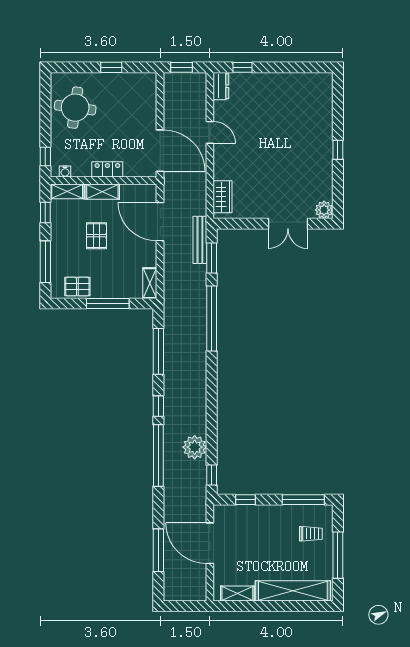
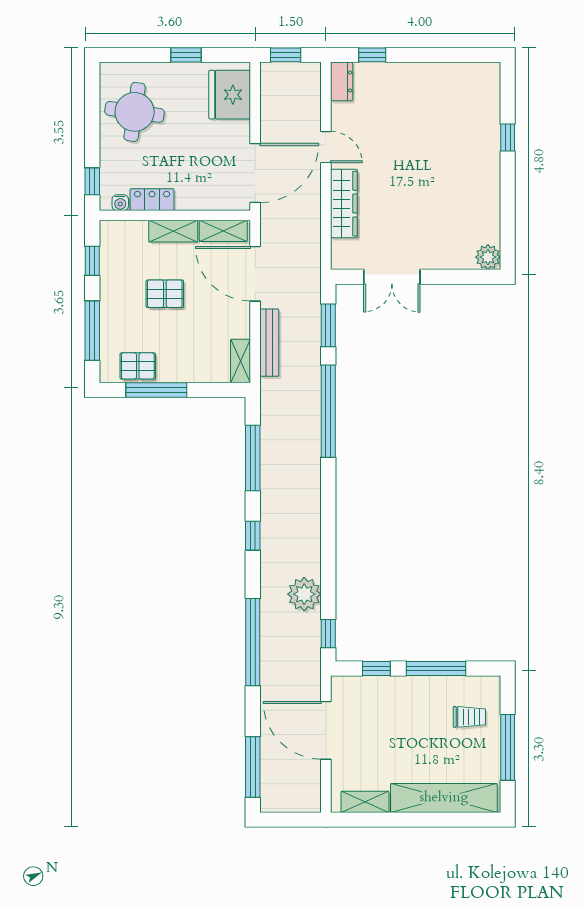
fridge: (142, 95) -> (230, 95), added
window: (338, 150) -> (508, 138), moved
door: (160, 151) -> (255, 173), hinge flipped
locker: (107, 169) -> (152, 200), moved
shelving: (67, 191) -> (223, 231), moved
wardrobe: (223, 197) -> (344, 204), moved, width x1.50
double door: (288, 224) -> (392, 277), moved
pallet: (96, 236) -> (165, 294), turned 90
bench: (200, 240) -> (269, 343), moved
window: (108, 304) -> (156, 390), moved
window: (158, 455) -> (253, 642), moved
window: (303, 500) -> (436, 669), moved
window: (158, 550) -> (253, 767), moved

